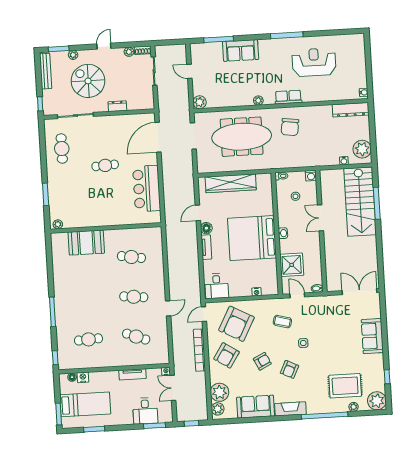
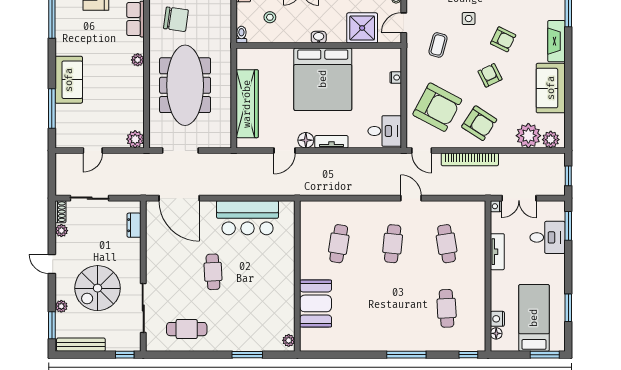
dresser: (117, 106) -> (134, 225), moved
door: (198, 213) -> (284, 150), hinge flipped
cafe table: (136, 337) -> (447, 244), turned -30

